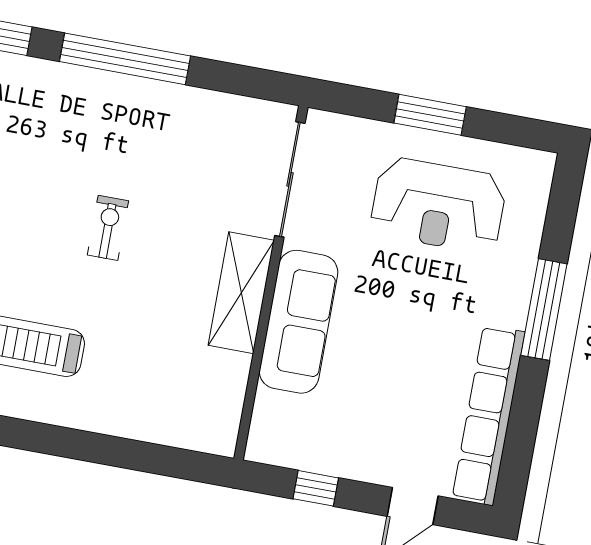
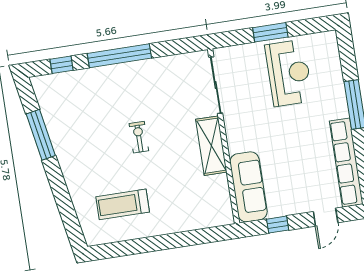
reception desk: (438, 205) -> (289, 73), turned -90
sofa: (299, 322) -> (248, 187), moved

